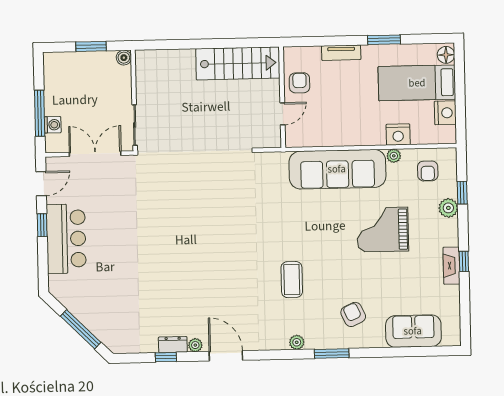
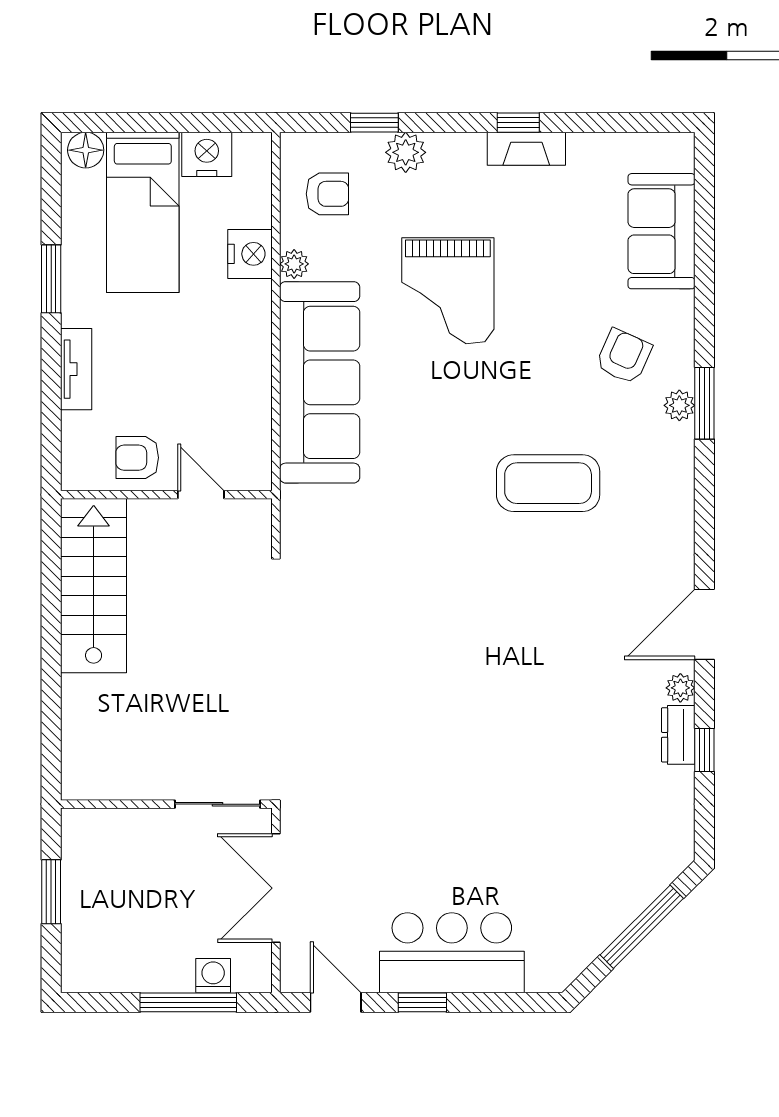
boiler: (124, 58) -> (76, 824), removed
coffee table: (292, 280) -> (548, 483), width x1.36, depth x1.32
armchair: (353, 314) -> (624, 356), turned 139
plant: (297, 342) -> (679, 405), moved

